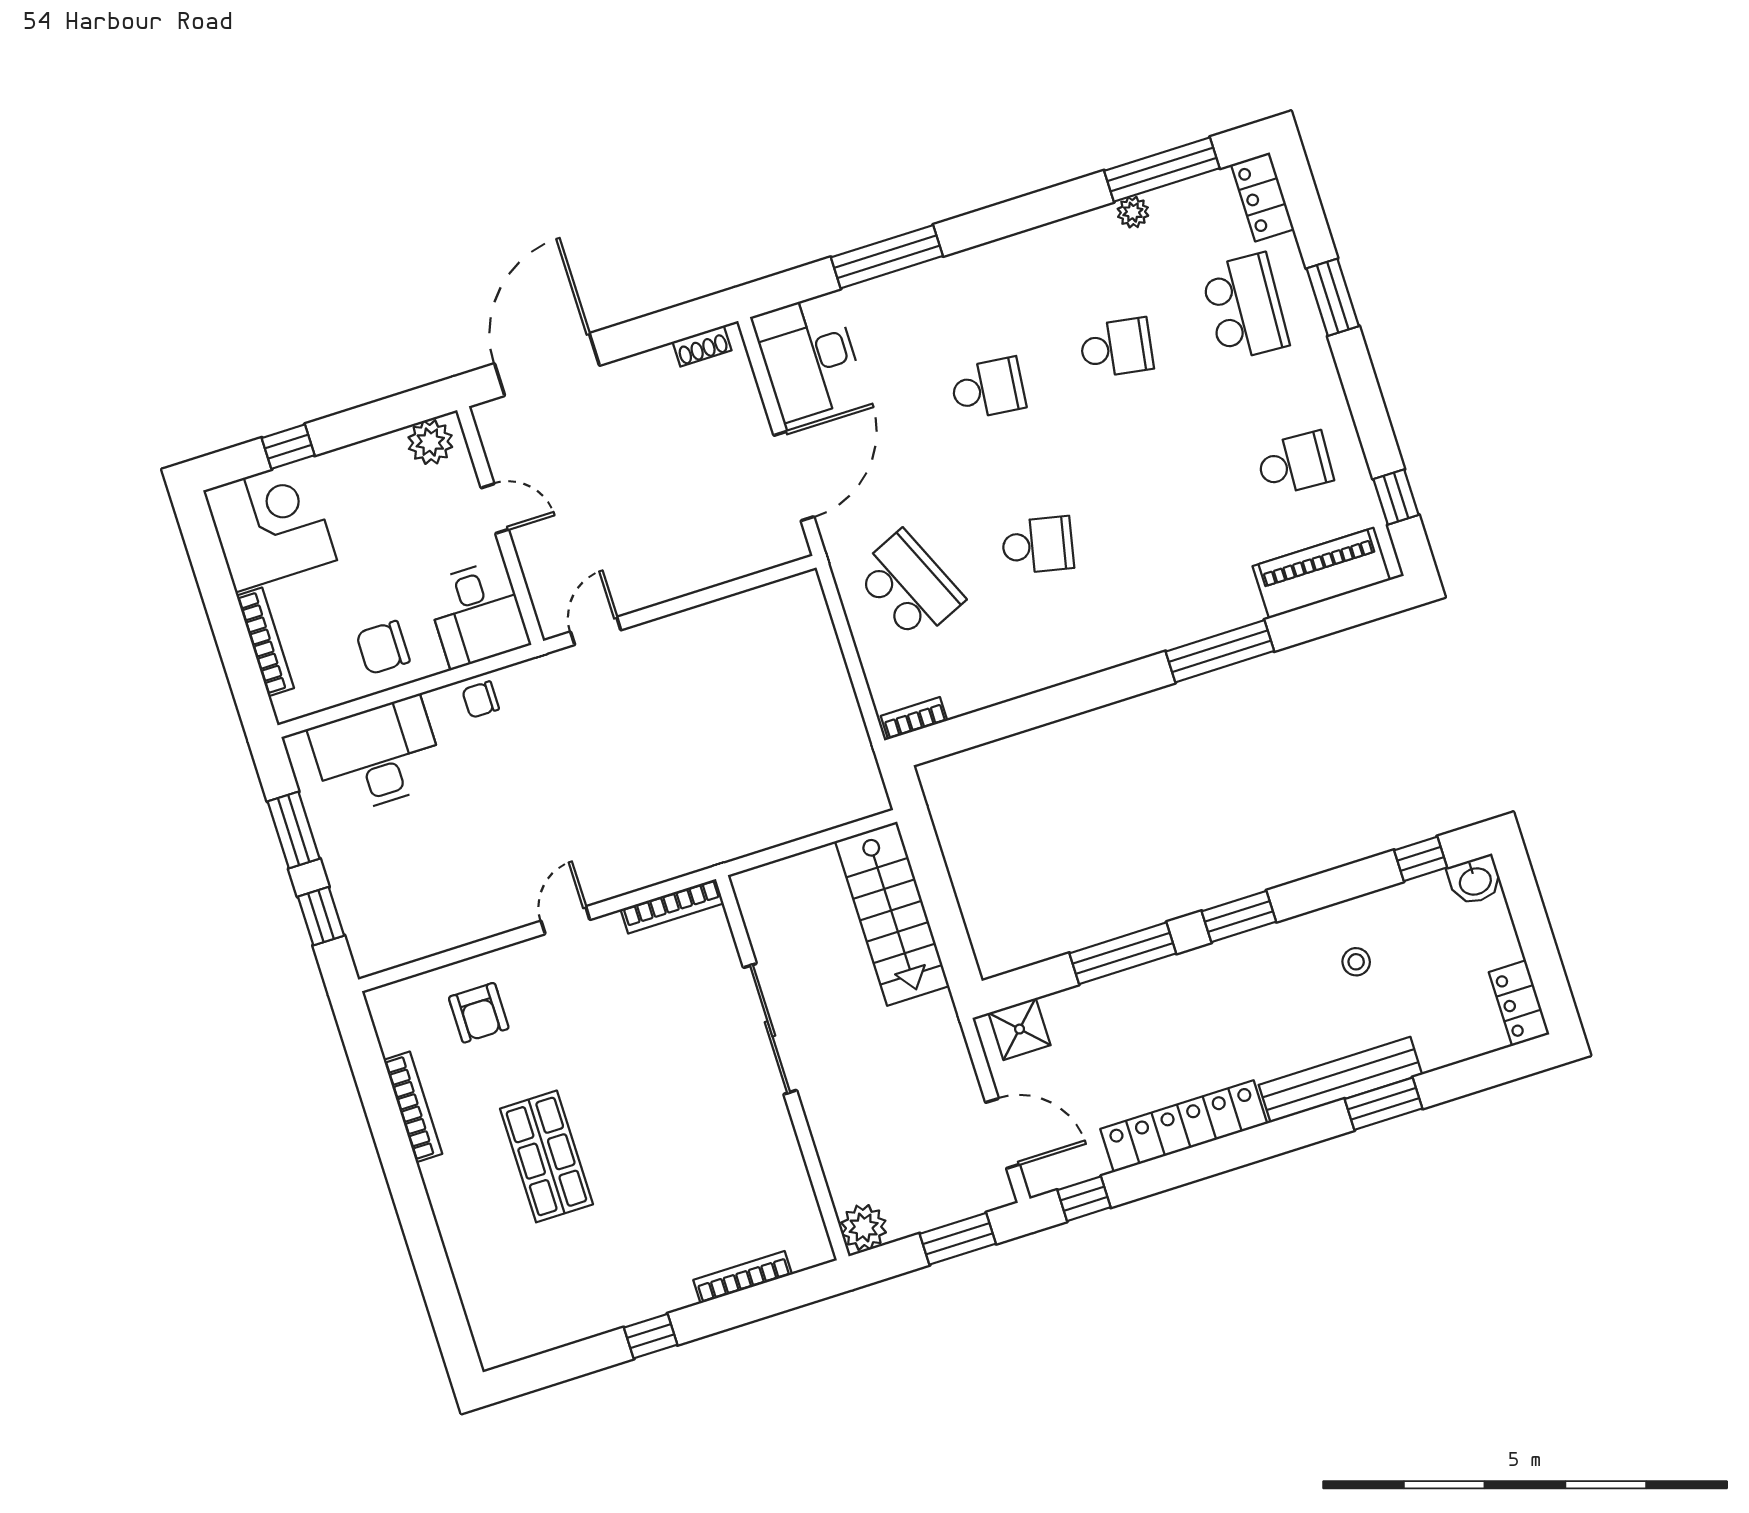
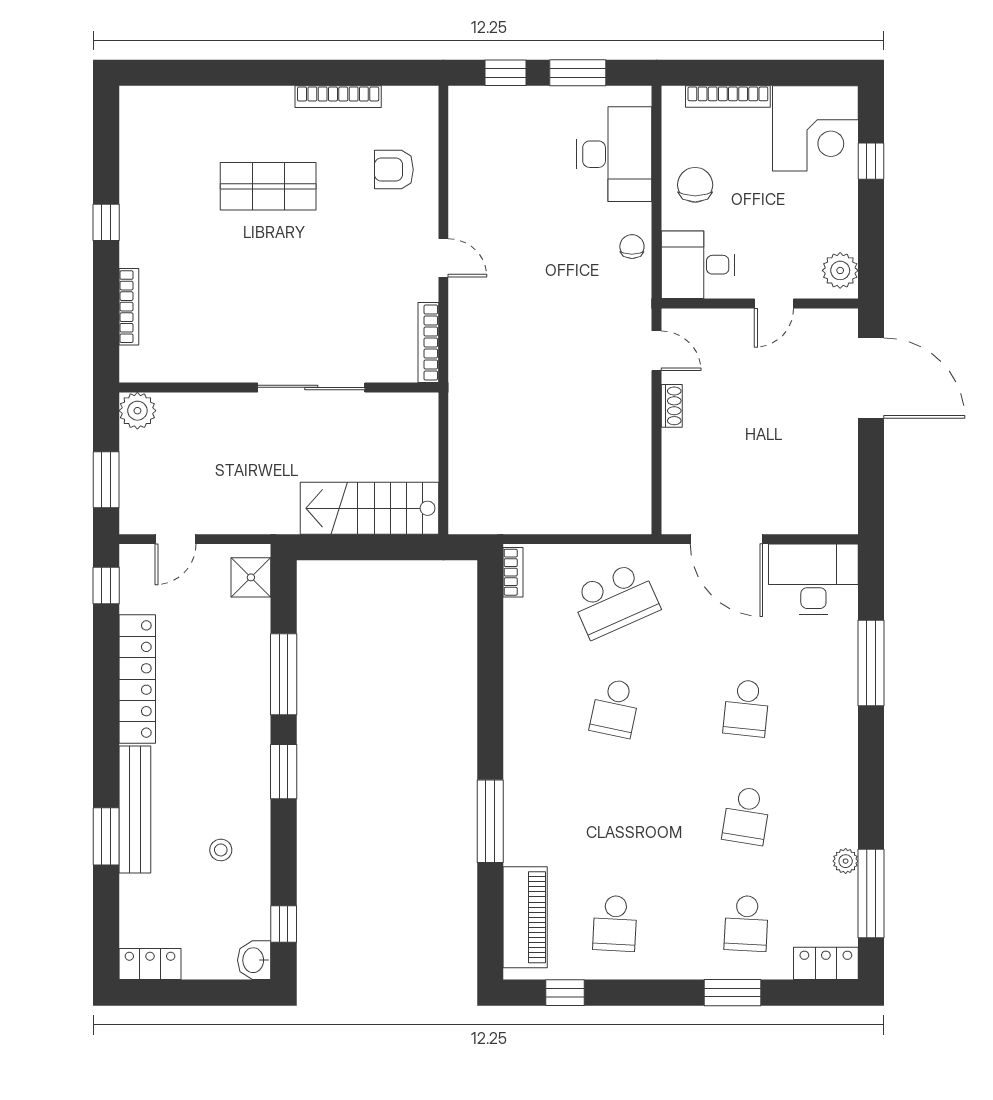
school desk: (1245, 307) -> (746, 923), width x0.54
shoe rack: (702, 346) -> (672, 406), moved, turned 180
door: (1002, 1133) -> (175, 539), width x0.73

